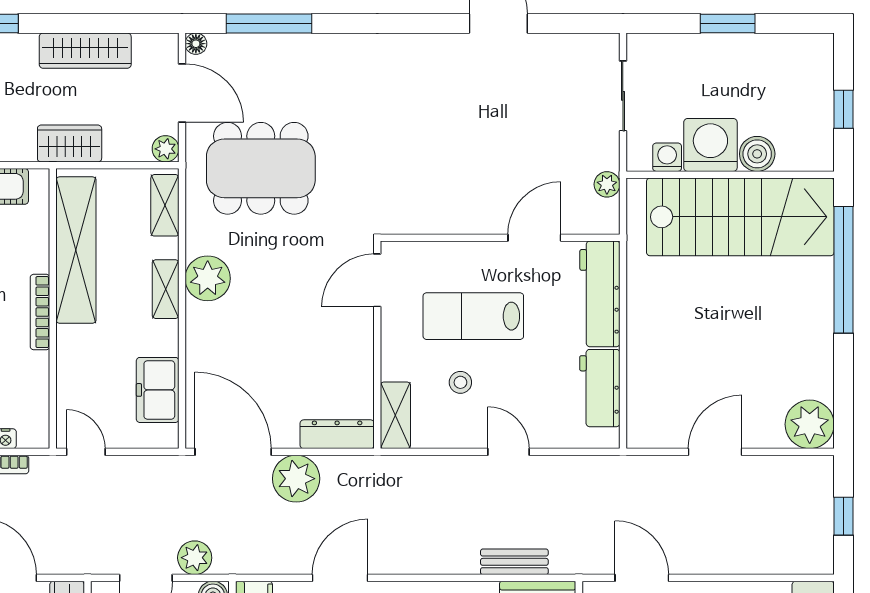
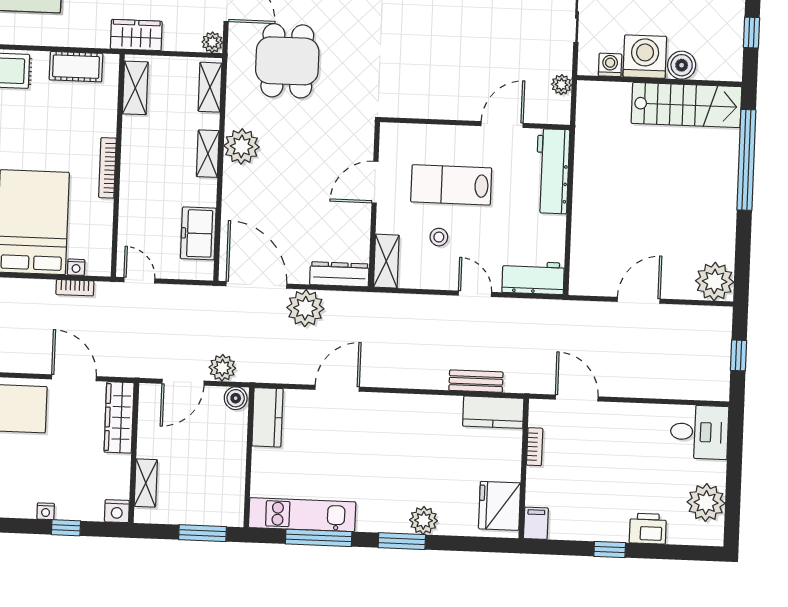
dining table: (261, 168) -> (287, 61), width x0.73
stairs: (740, 217) -> (686, 105), width x0.73, depth x0.66
shelving: (76, 250) -> (135, 88), width x0.45, depth x0.75
door: (377, 280) -> (375, 182), moved
workbench: (600, 388) -> (533, 278), moved, turned 90

